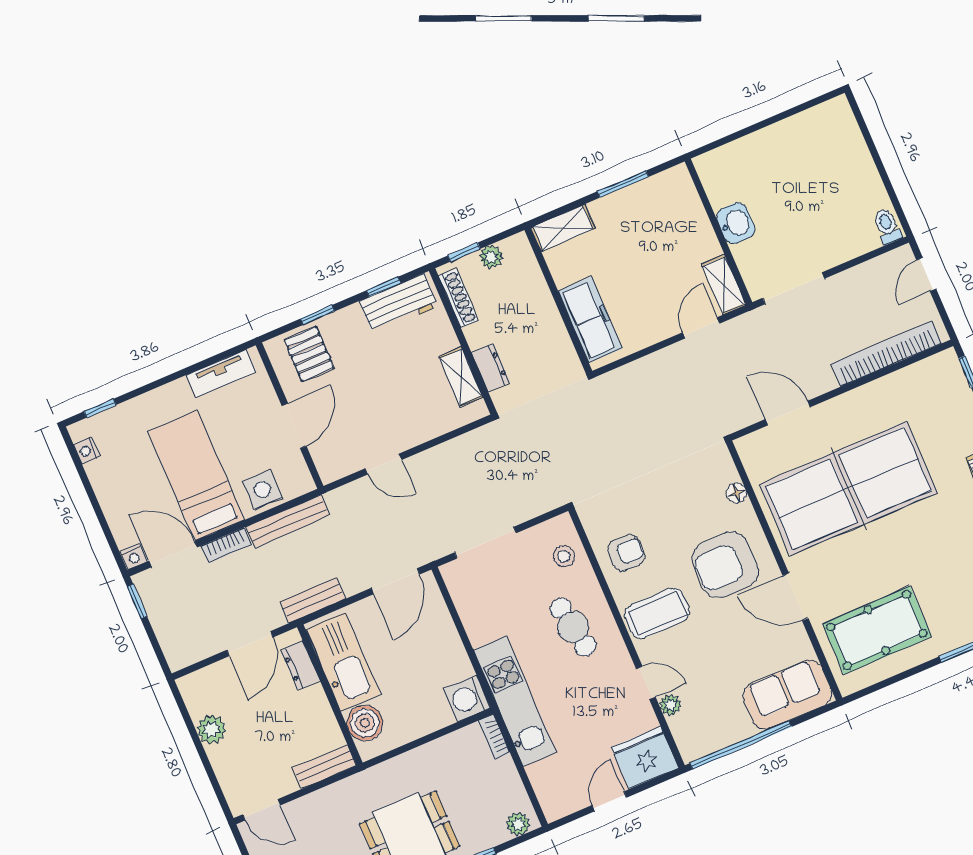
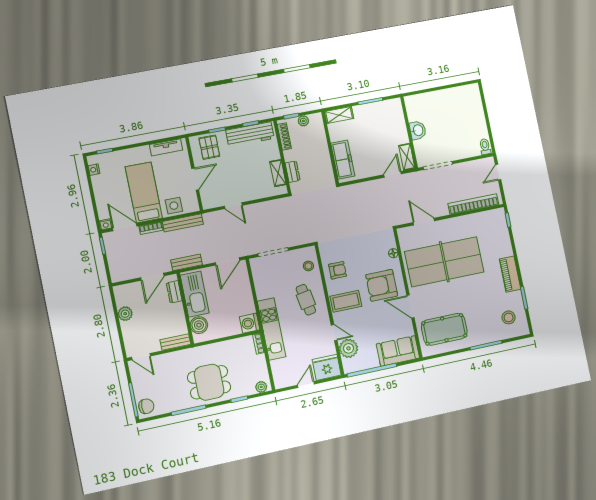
workbench: (399, 304) -> (250, 134), width x1.37
plant: (670, 705) -> (349, 348), width x1.88, depth x1.88

